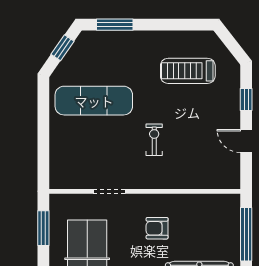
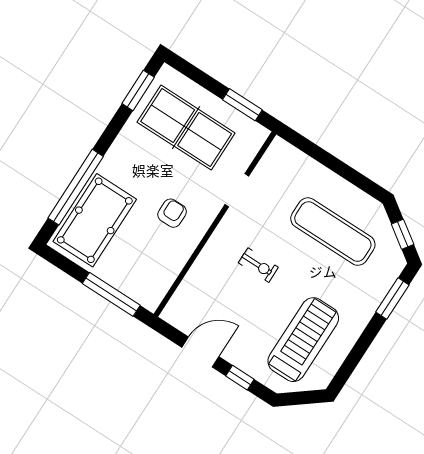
treadmill: (188, 71) -> (303, 340), width x1.37, depth x1.38
exercise mat: (94, 101) -> (333, 232), turned 90
door: (246, 141) -> (200, 352), width x1.38

